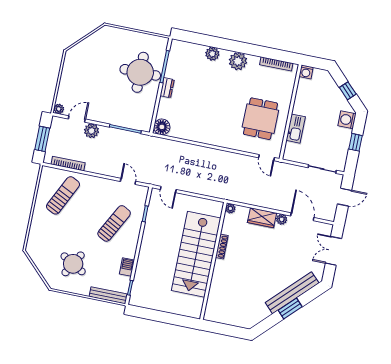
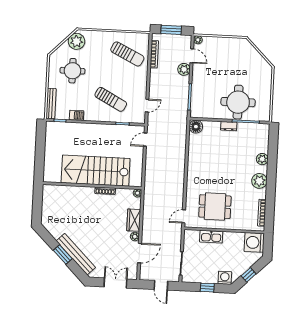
washing machine: (306, 72) -> (254, 242), width x1.89, depth x1.89
plant: (39, 254) -> (77, 41), added
round table: (73, 264) -> (72, 71), turned -30

